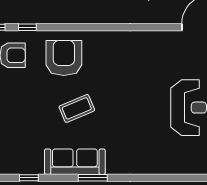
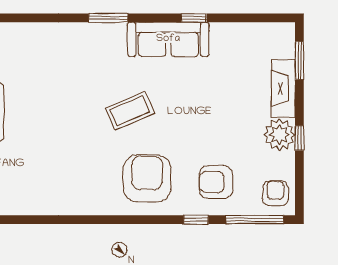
armchair: (64, 58) -> (147, 178), turned 180
sofa: (75, 162) -> (168, 39), moved

